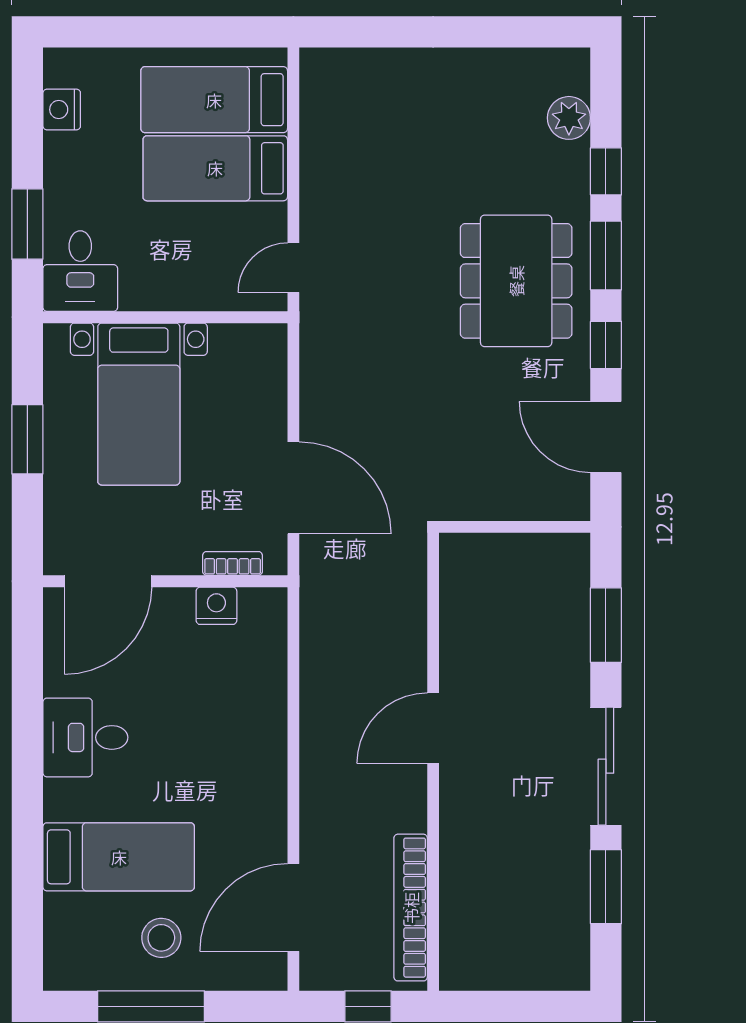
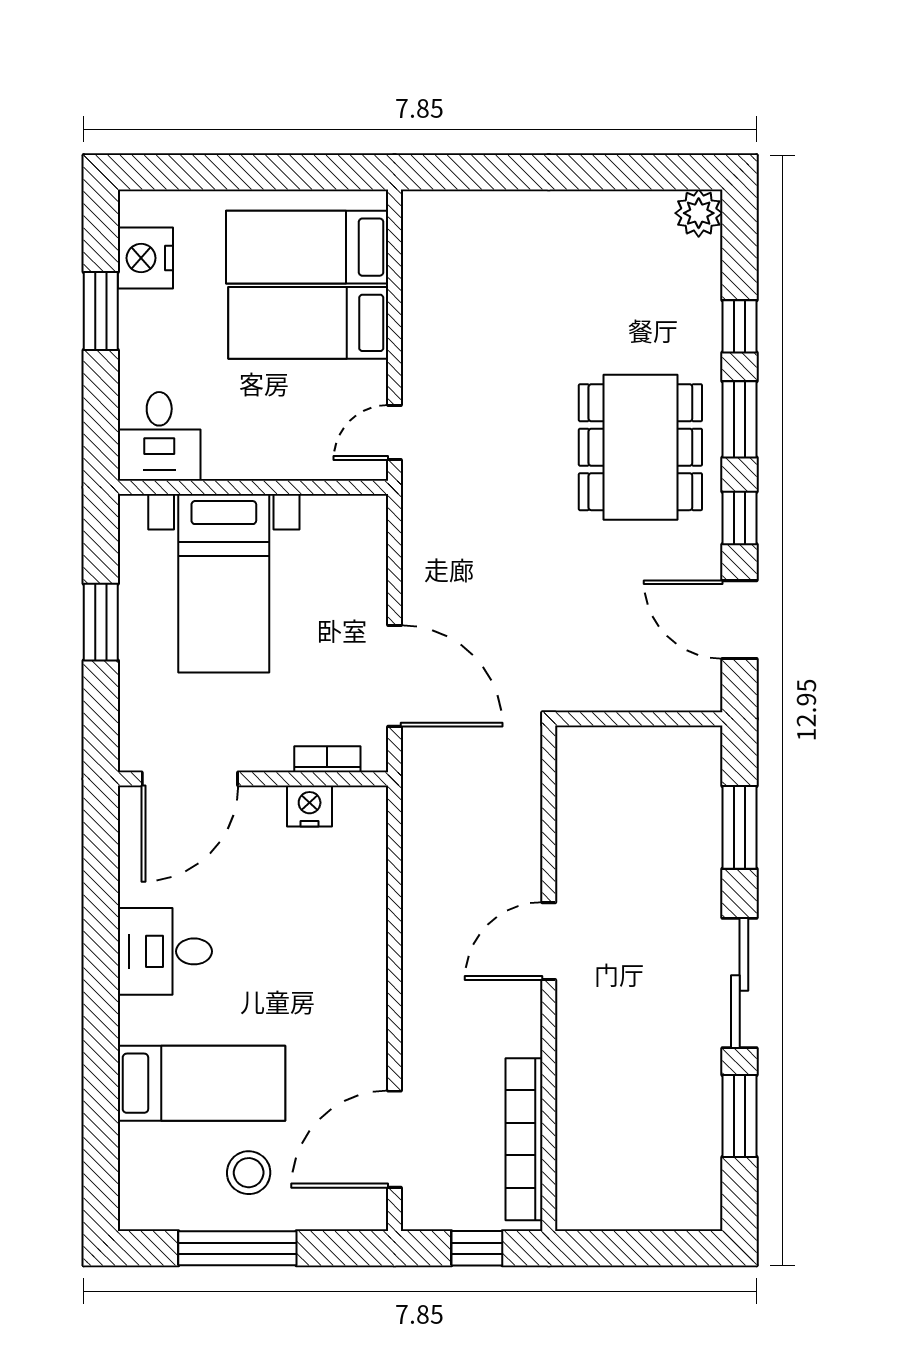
nightstand: (62, 110) -> (145, 258), width x1.36, depth x1.33
plant: (569, 118) -> (699, 213), moved
window: (27, 224) -> (101, 311), moved

